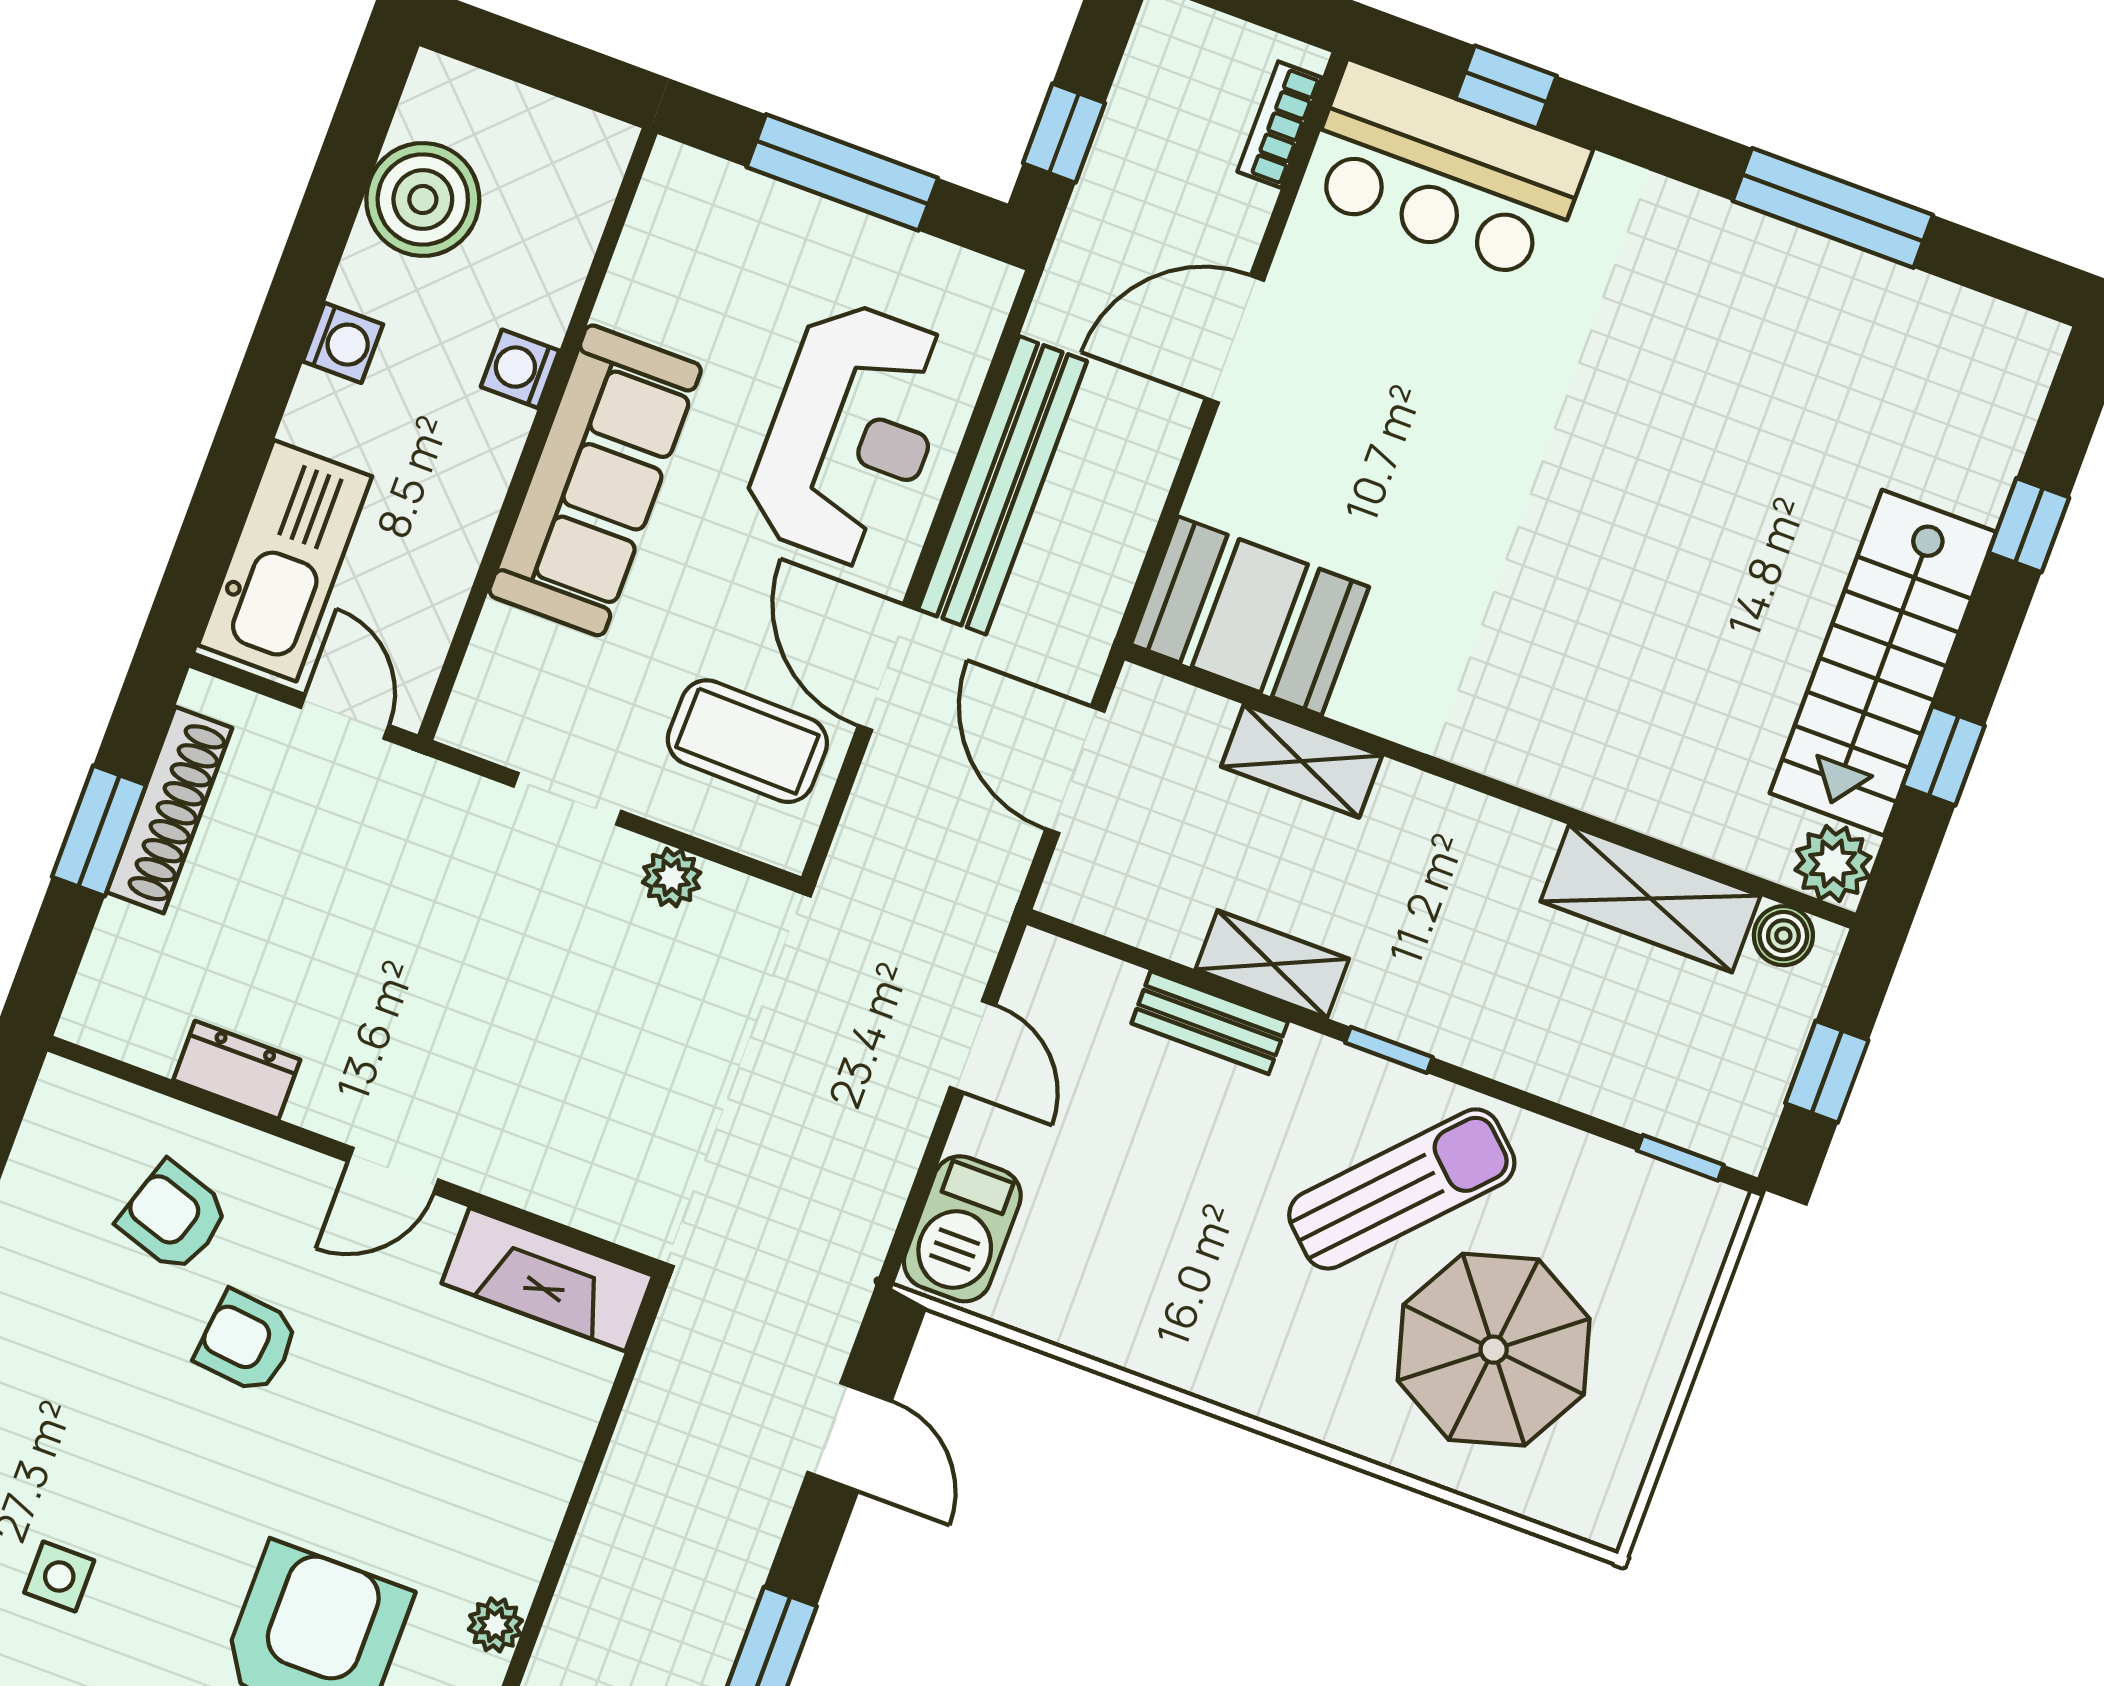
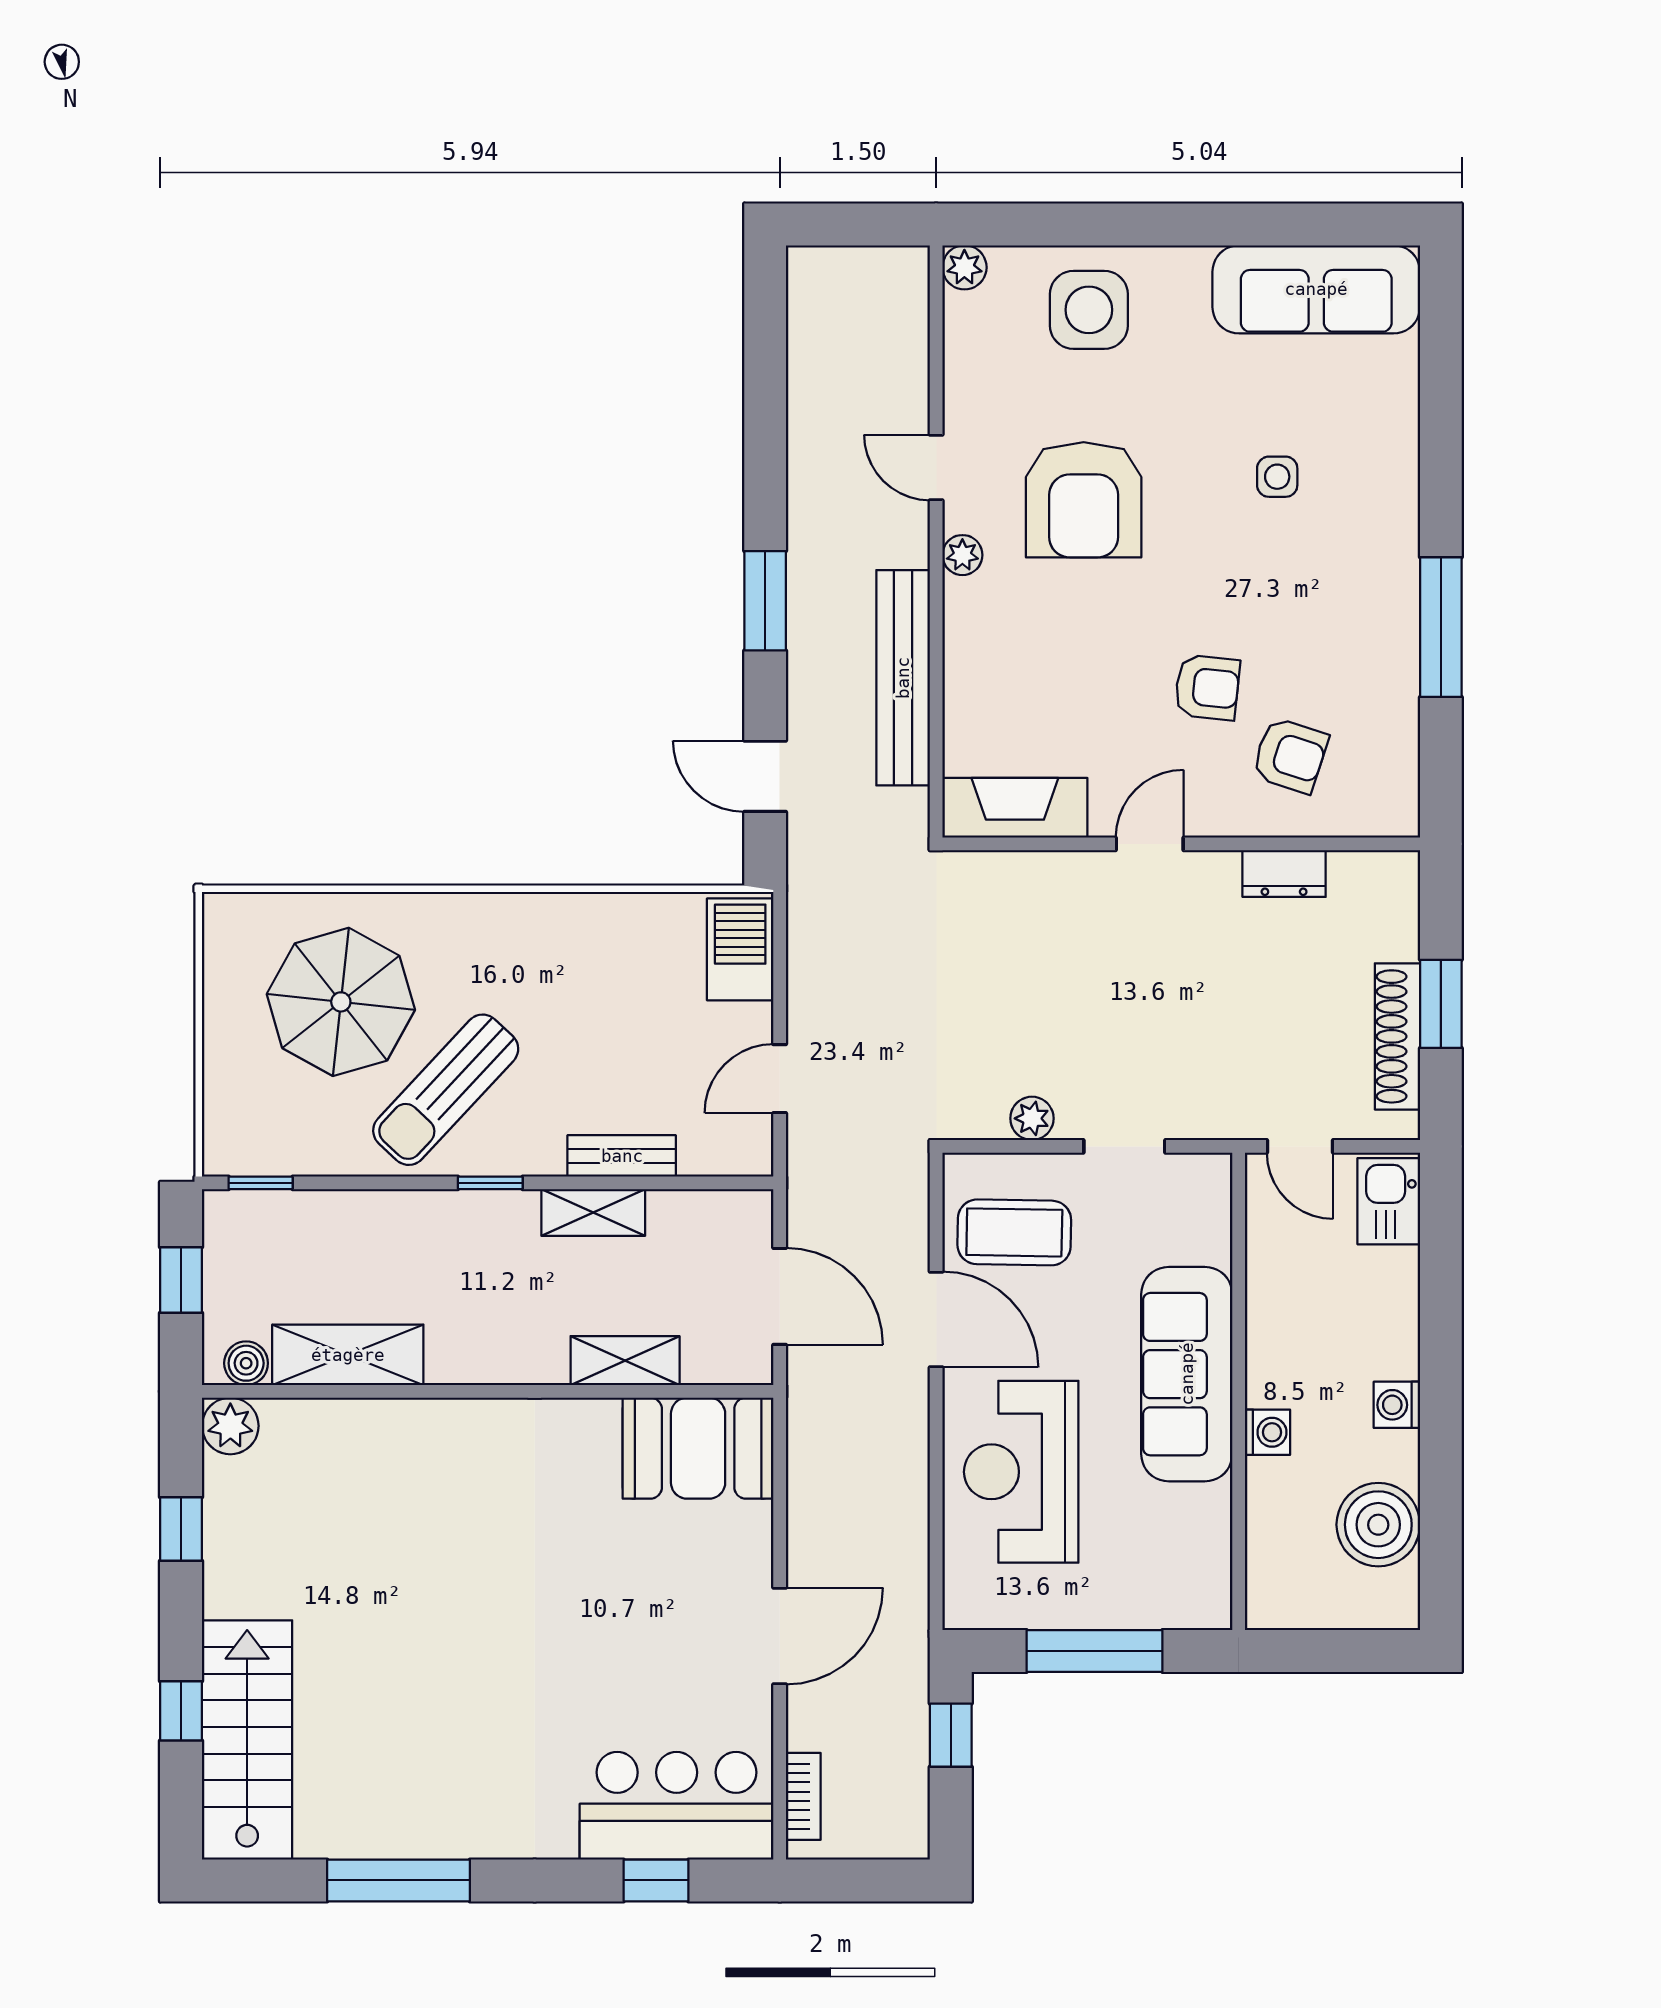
bench: (1002, 485) -> (903, 678), moved
kitchen sink: (285, 561) -> (1389, 1201), width x0.53, depth x0.81
stairs: (1883, 663) -> (247, 1740), moved
door: (973, 1046) -> (780, 1079), hinge flipped

